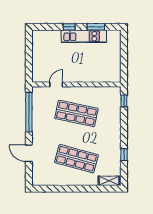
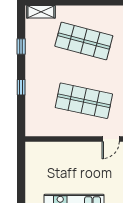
window: (124, 101) -> (21, 87), moved

